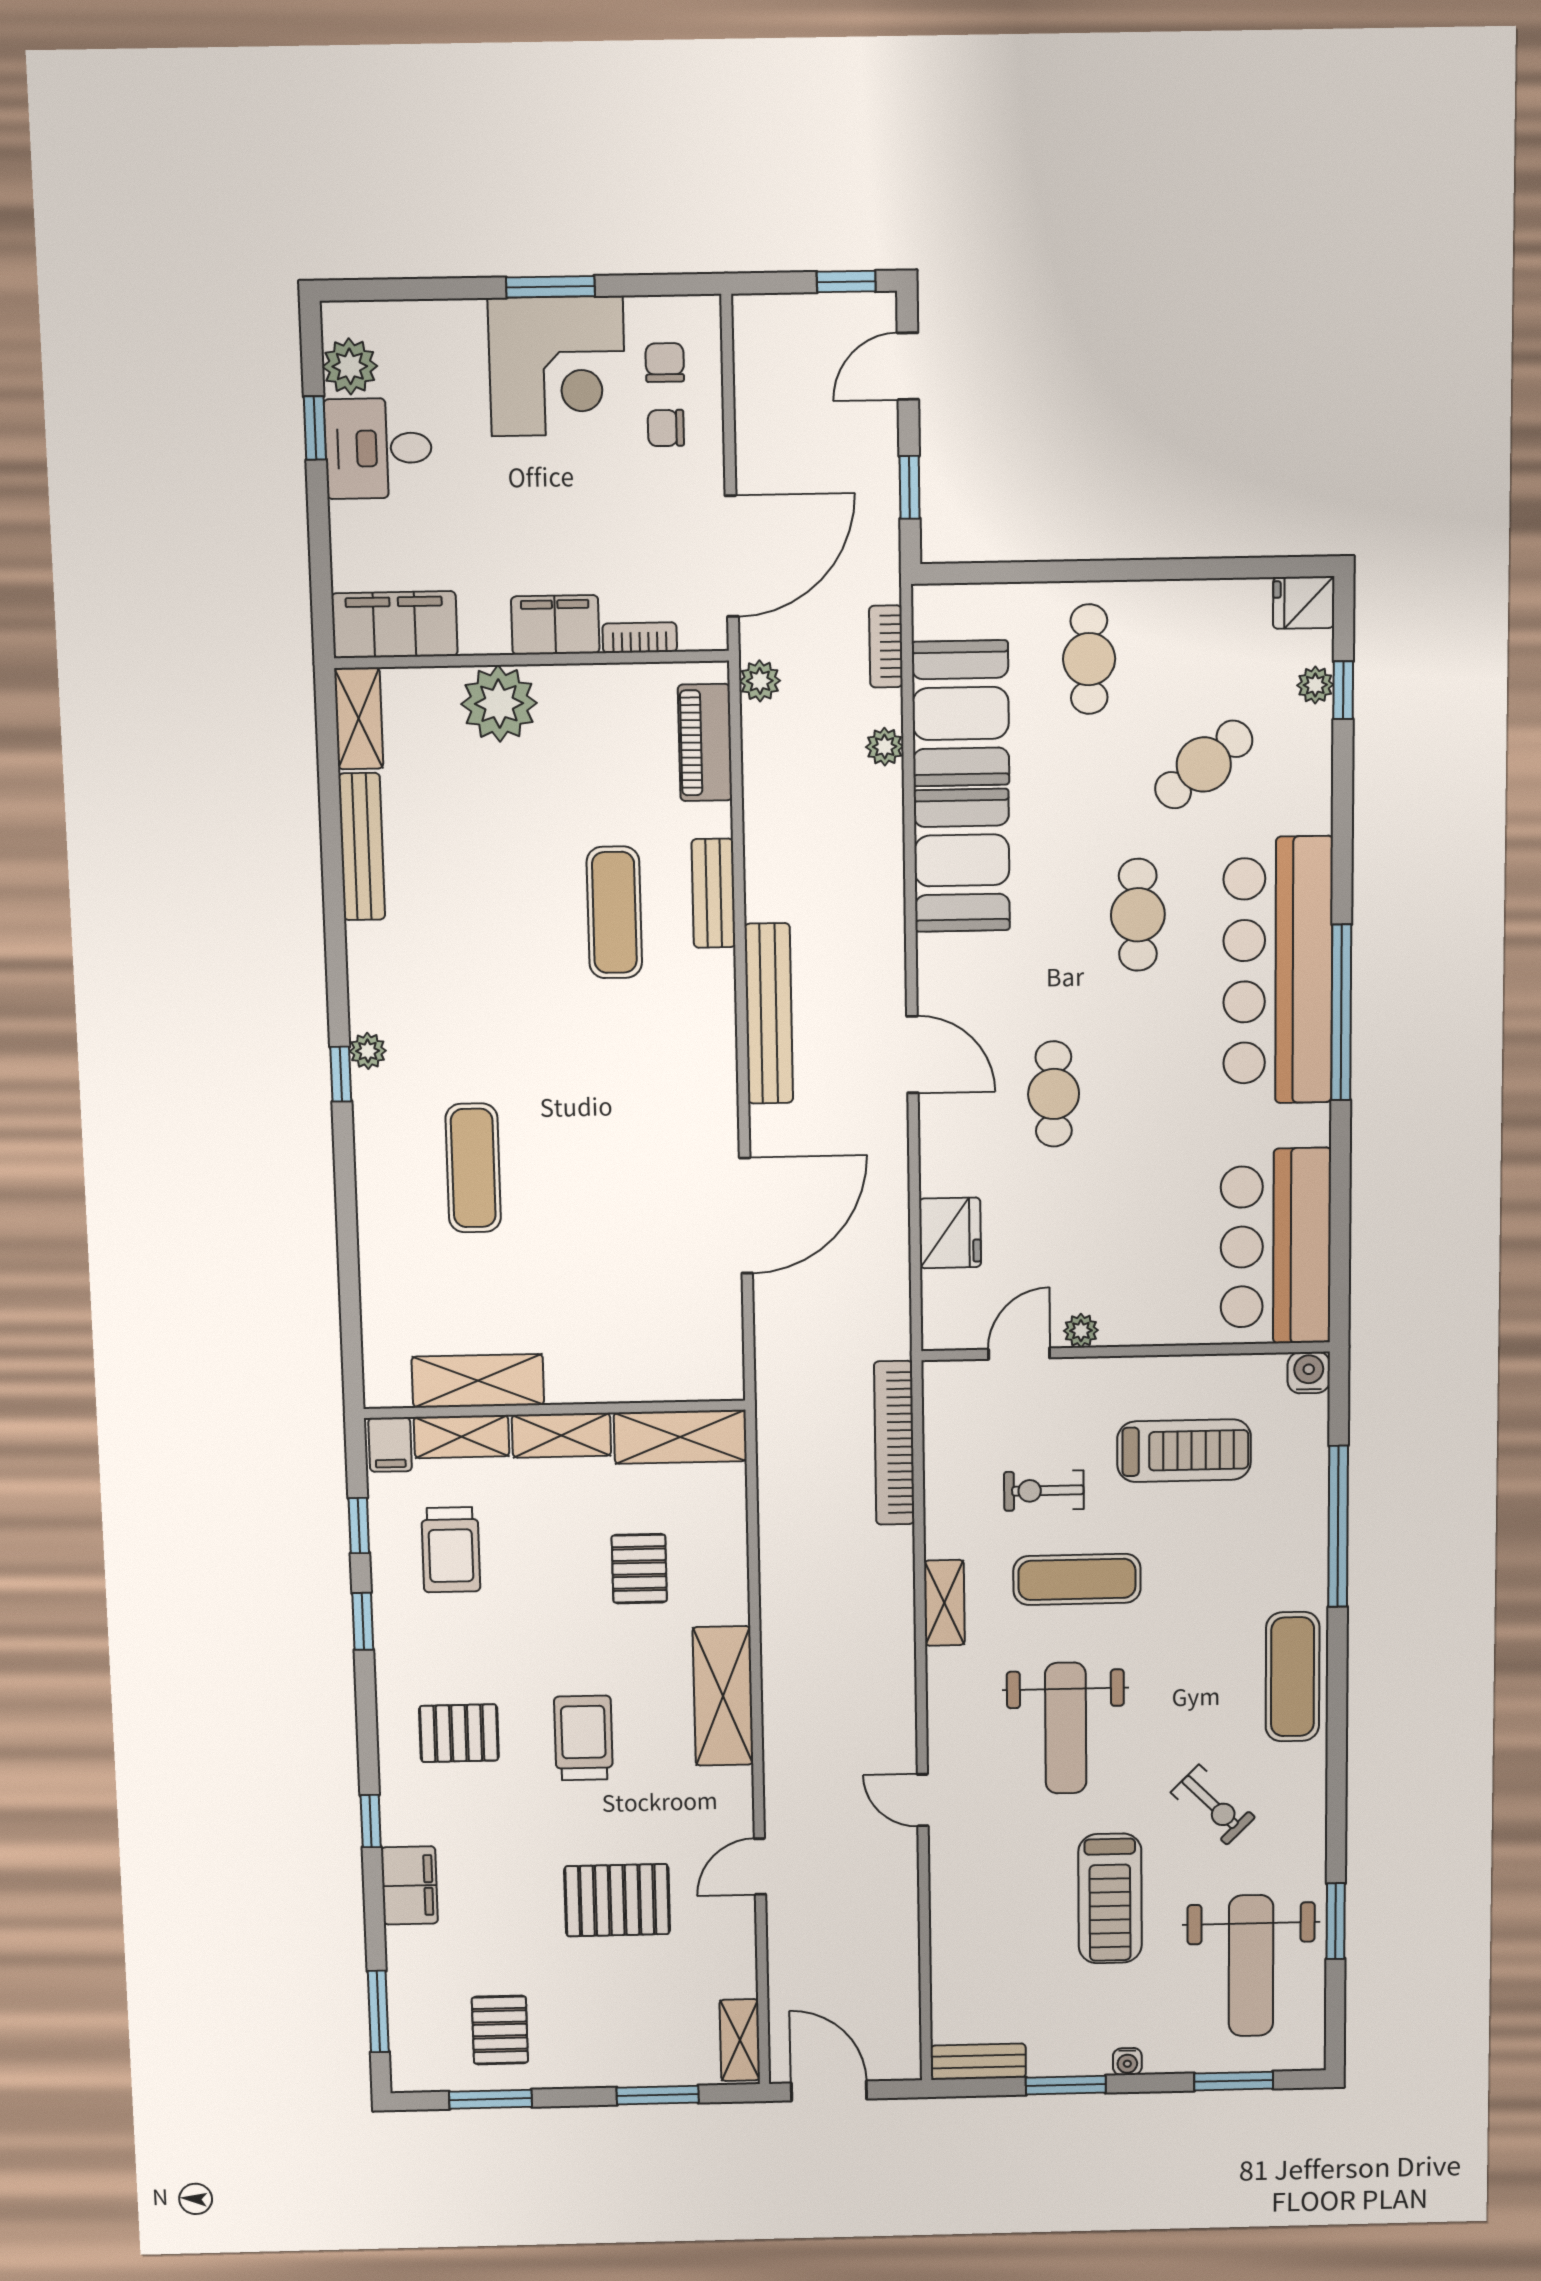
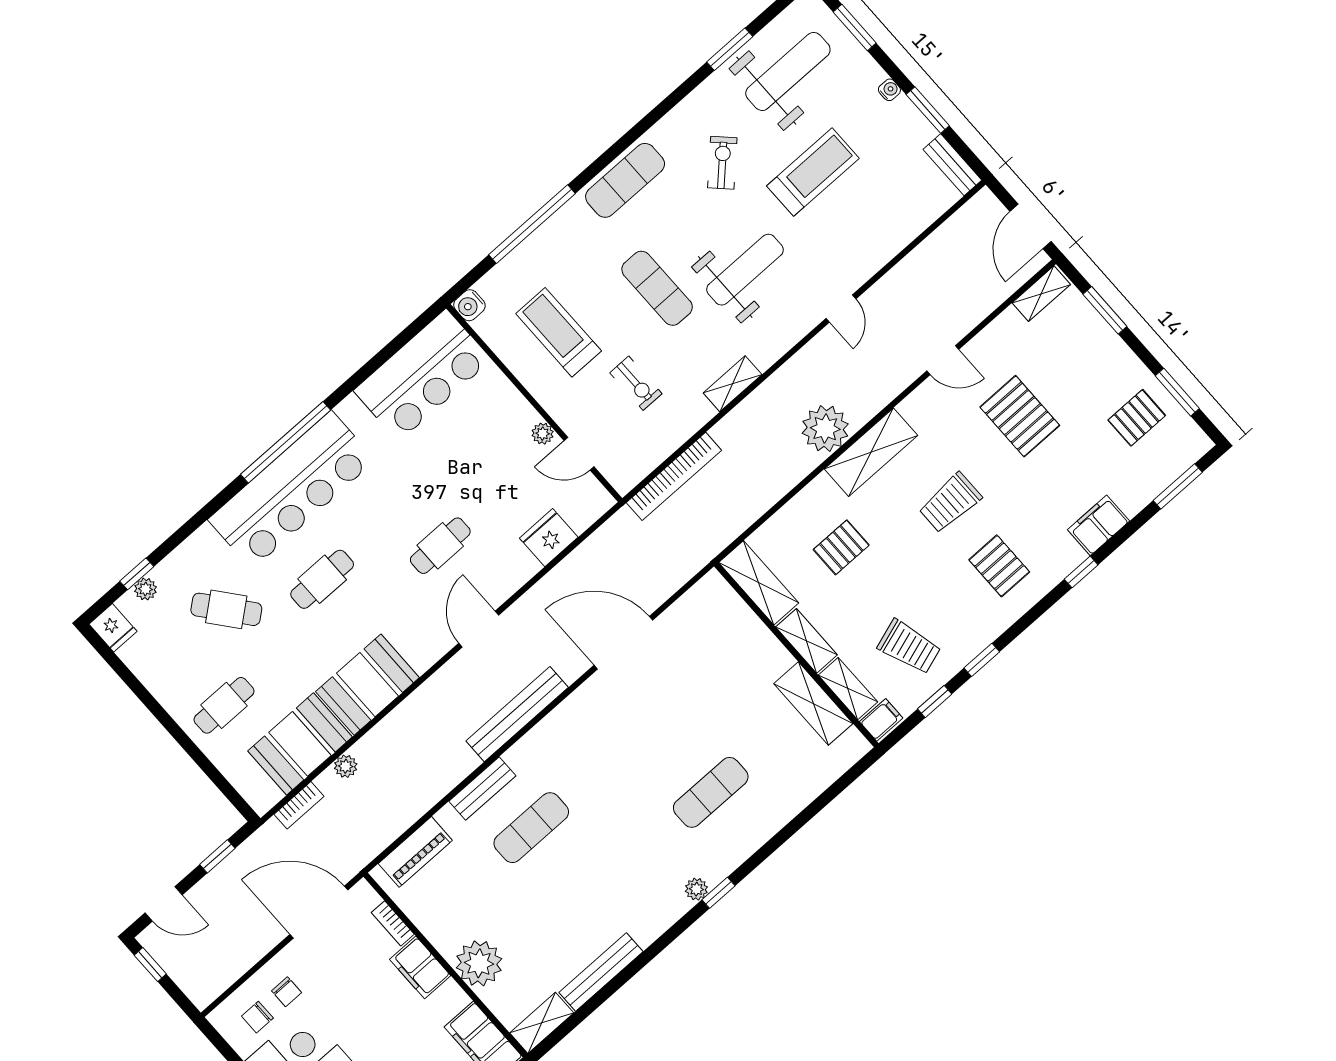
plant: (760, 681) -> (825, 429), moved, width x1.88, depth x1.88
trolley: (451, 1550) -> (909, 647), turned 72
exercise mat: (1077, 1579) -> (657, 288), moved

